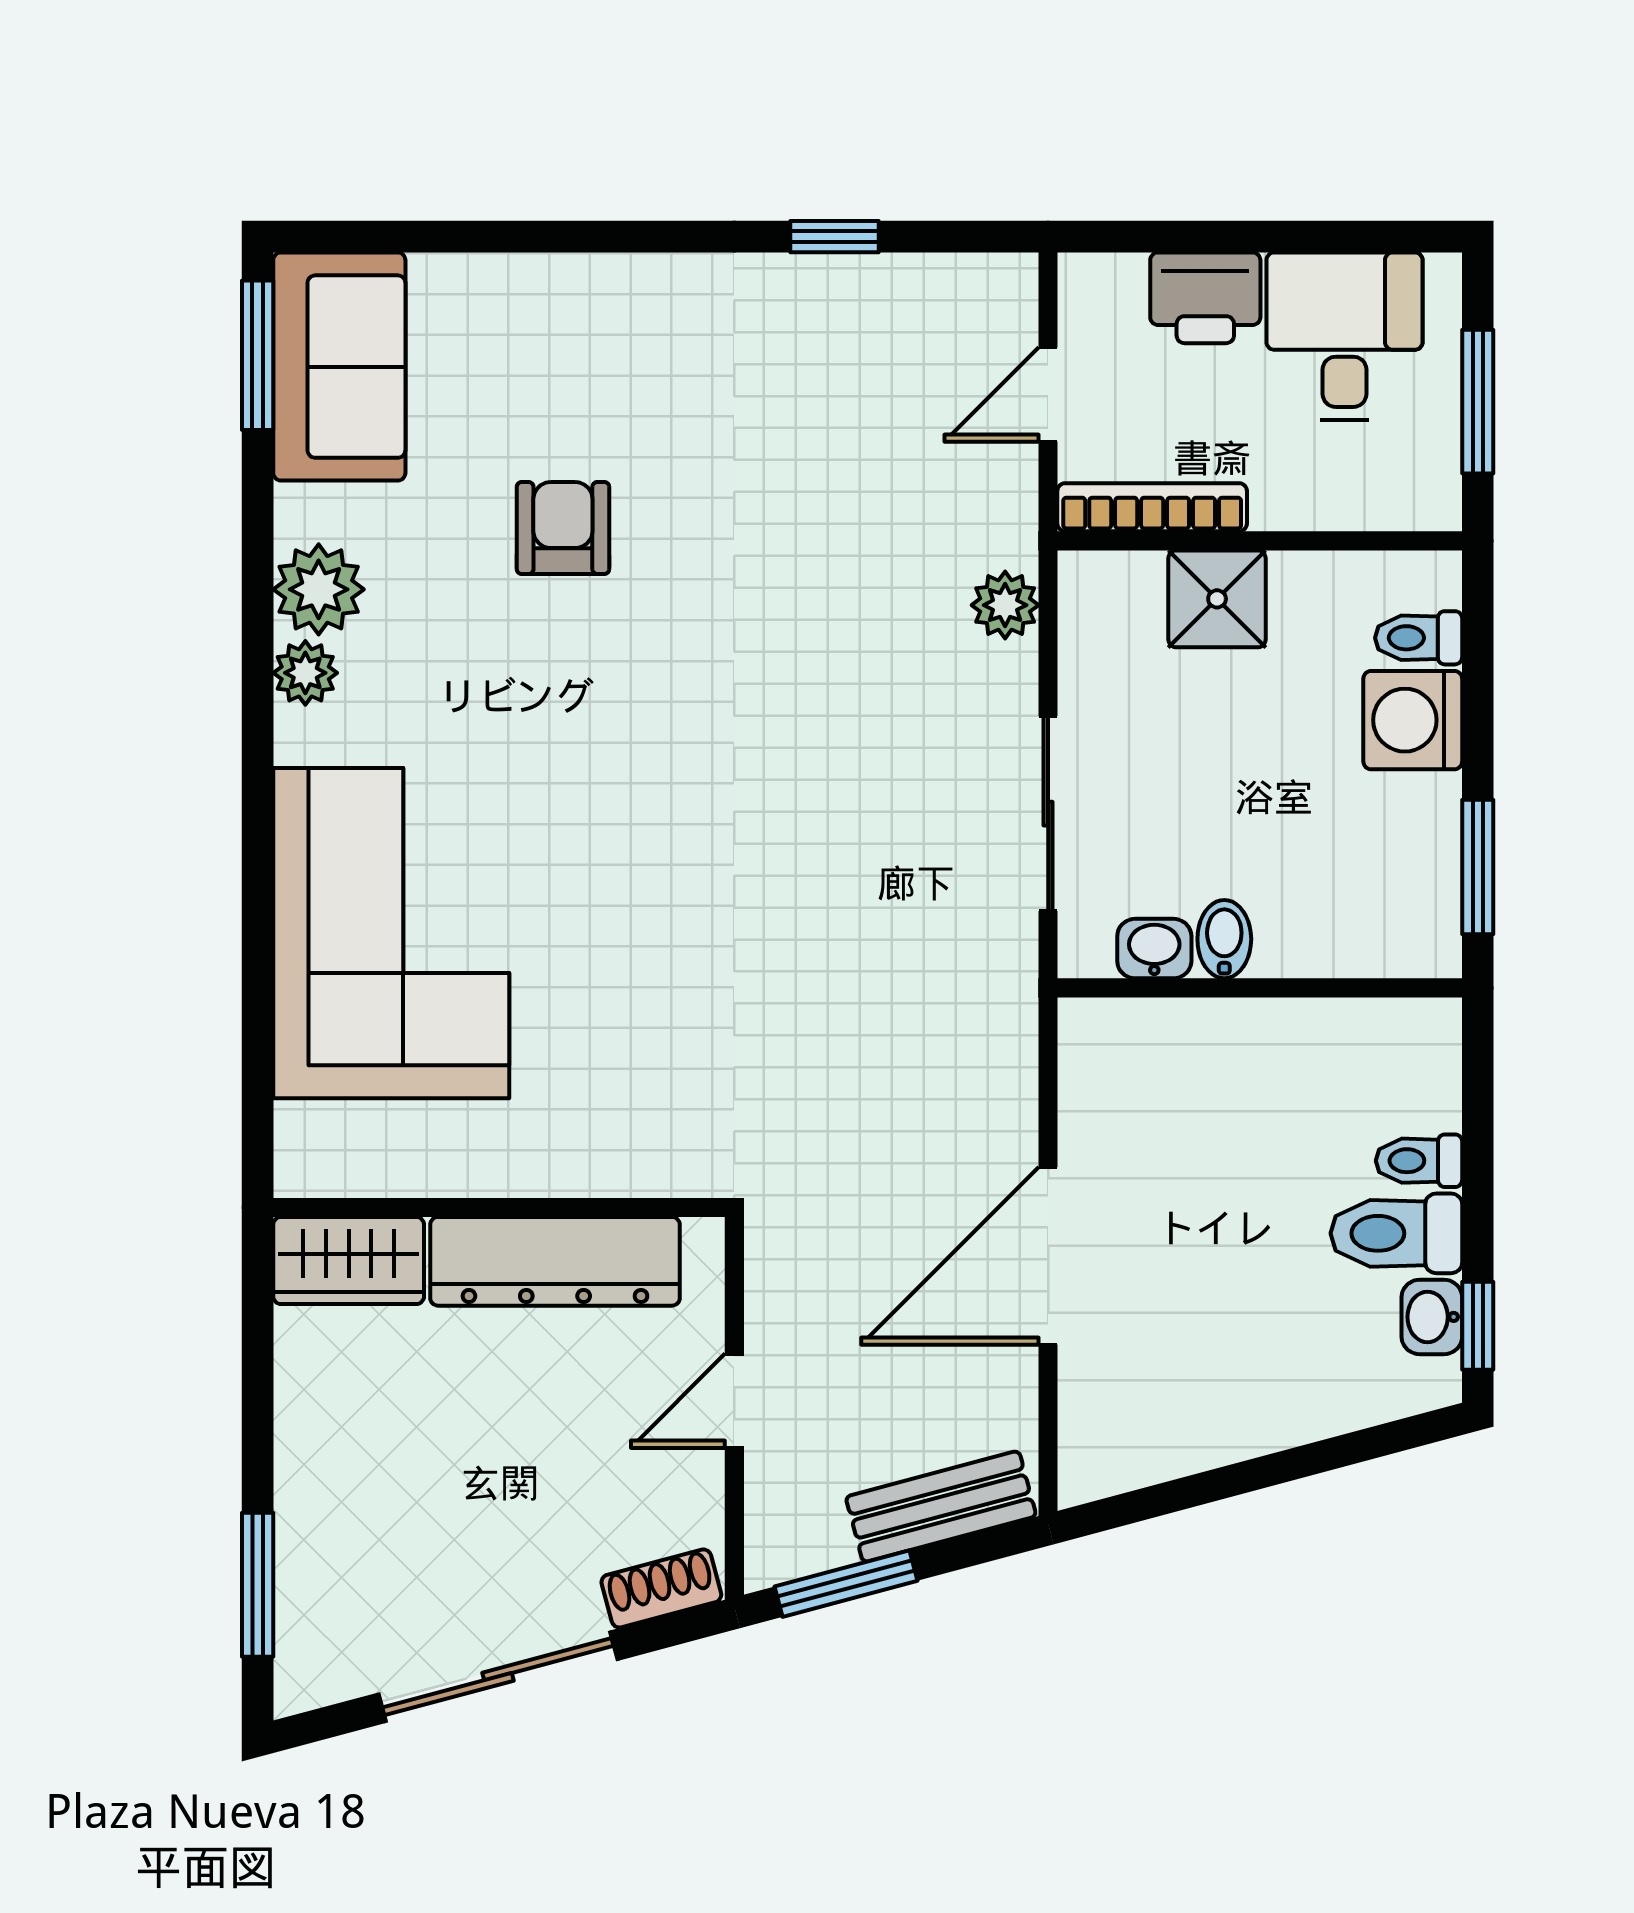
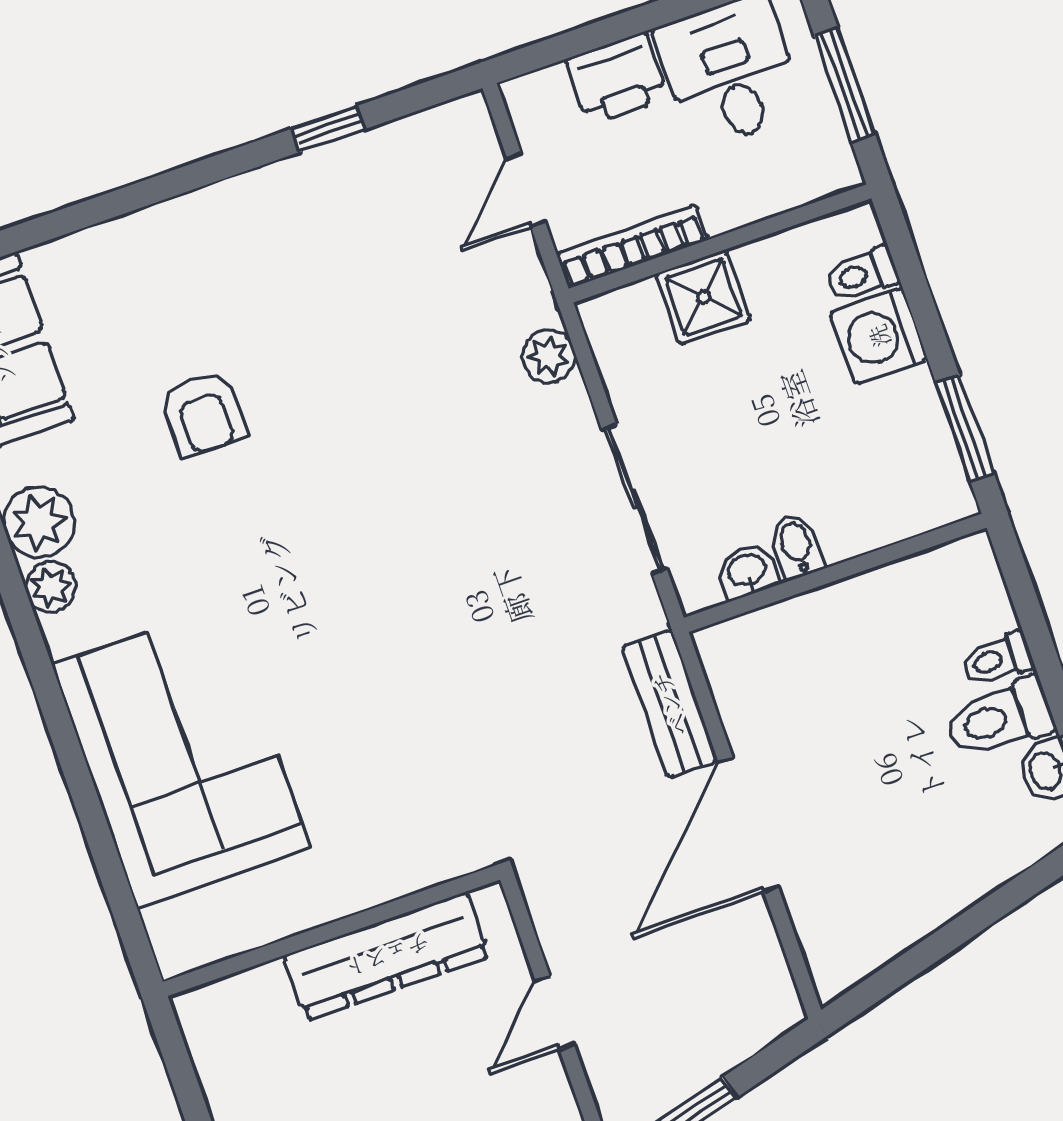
armchair: (563, 528) -> (203, 414), turned 180
wardrobe: (349, 1261) -> (234, 1009), removed
bench: (941, 1507) -> (670, 704), moved, turned -75

